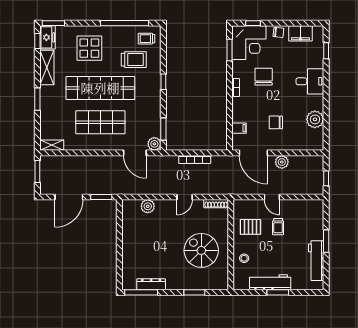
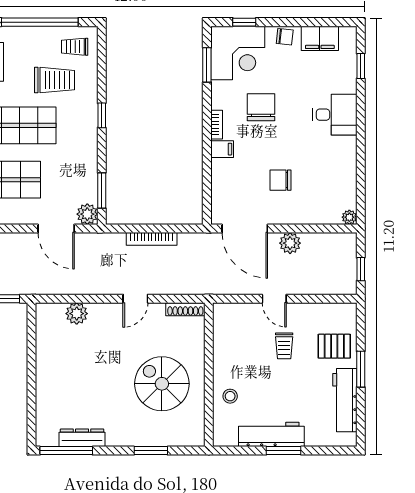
plant: (315, 119) -> (349, 217), moved, width x0.53, depth x0.53
filing cabinet: (239, 128) -> (222, 149), moved
pallet: (250, 227) -> (334, 346), moved

